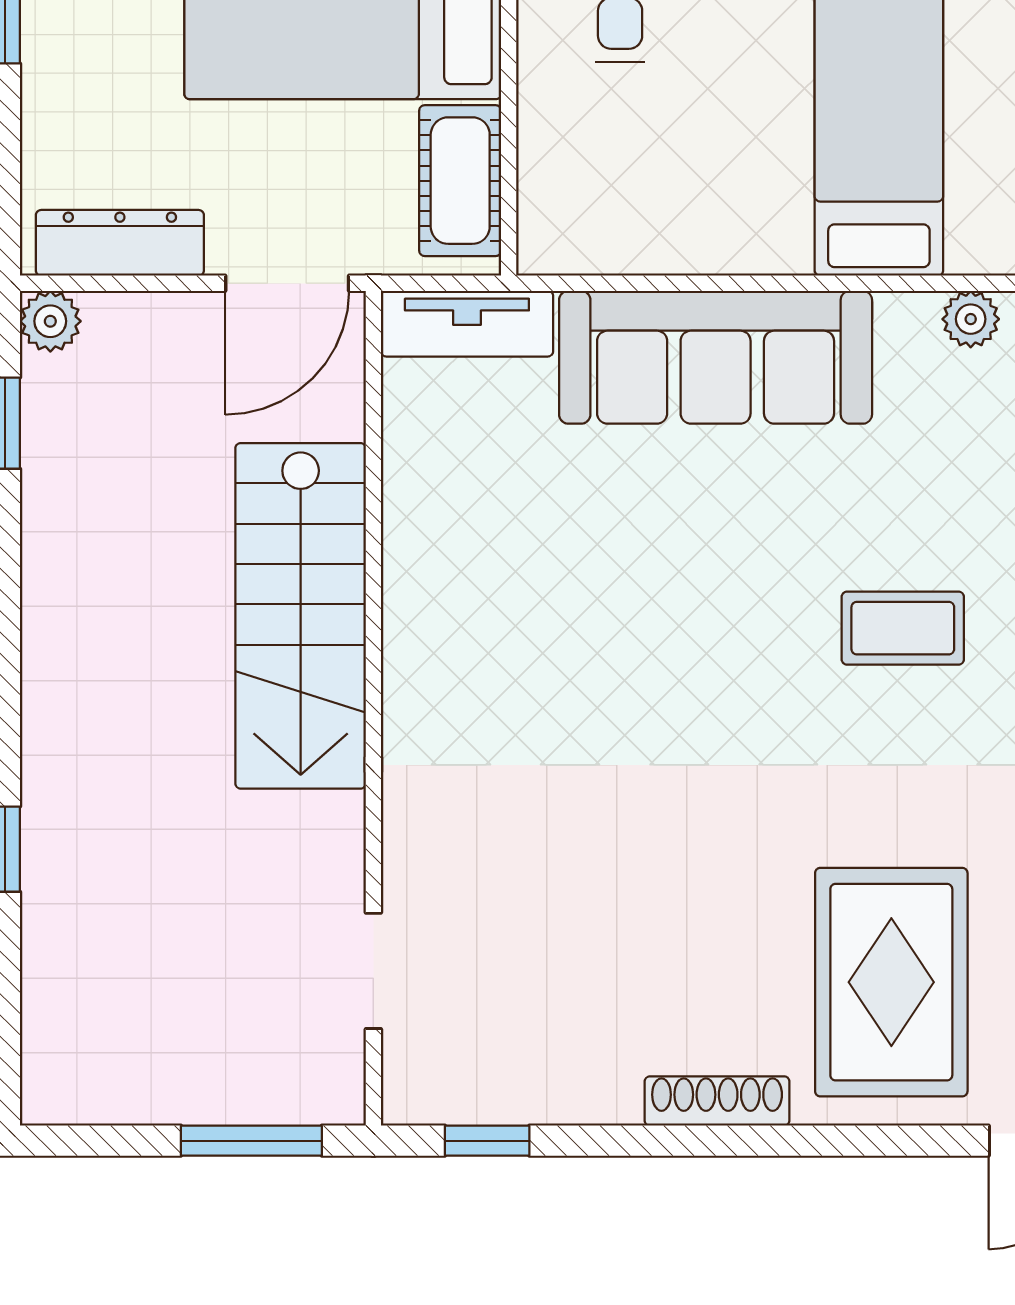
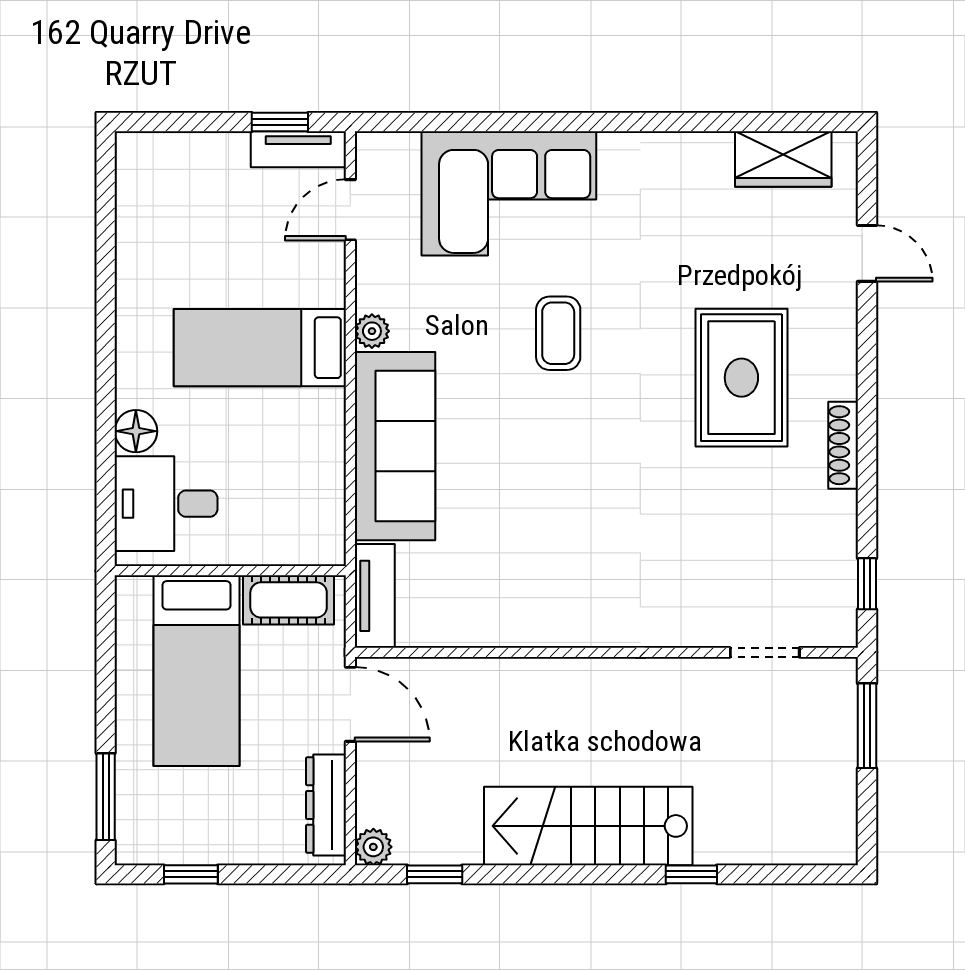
plant: (971, 319) -> (372, 331), moved
stairs: (301, 616) -> (588, 826), moved, turned 180
rug: (891, 982) -> (741, 378), moved, turned 90

